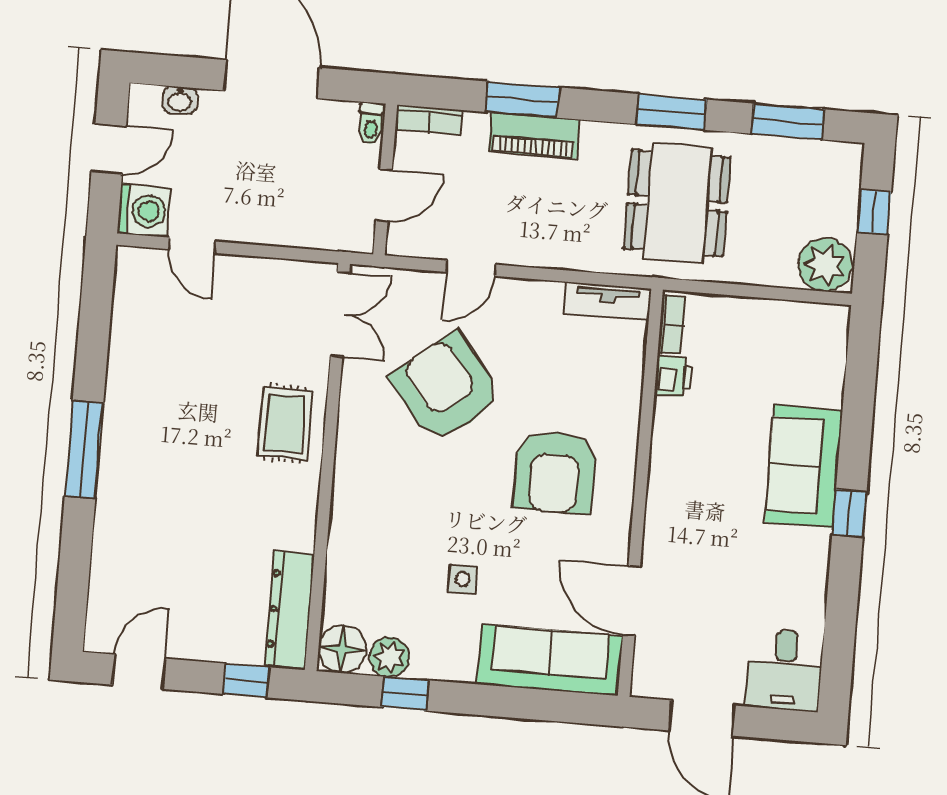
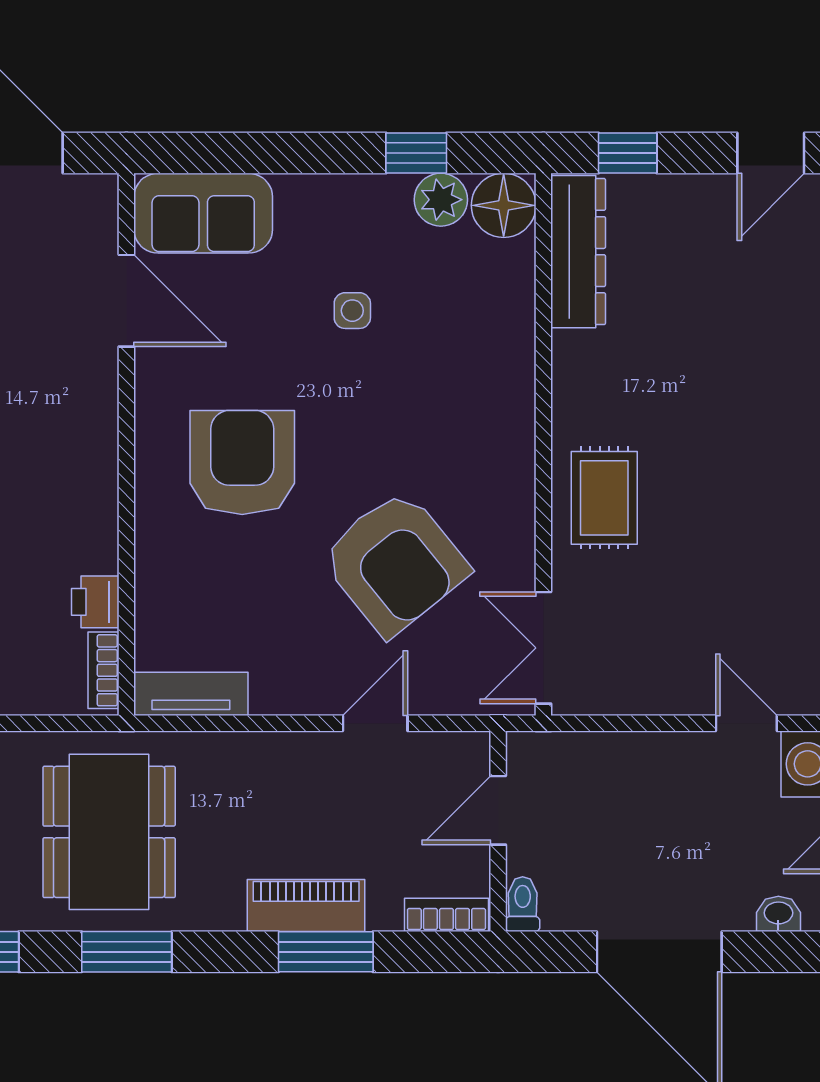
sofa: (550, 660) -> (203, 213), width x0.73

